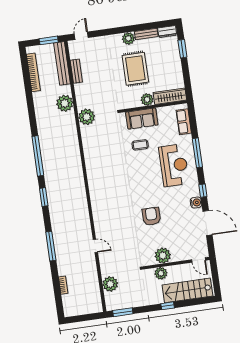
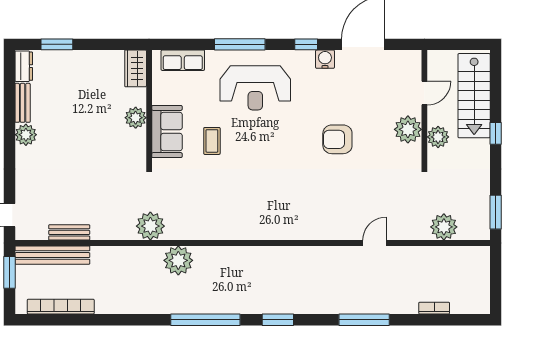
rug: (135, 69) -> (80, 130), removed
wardrobe: (170, 96) -> (136, 68), width x0.67
plant: (65, 103) -> (178, 260), moved
reception desk: (174, 165) -> (255, 88), turned 180
door: (199, 260) -> (424, 93), moved

